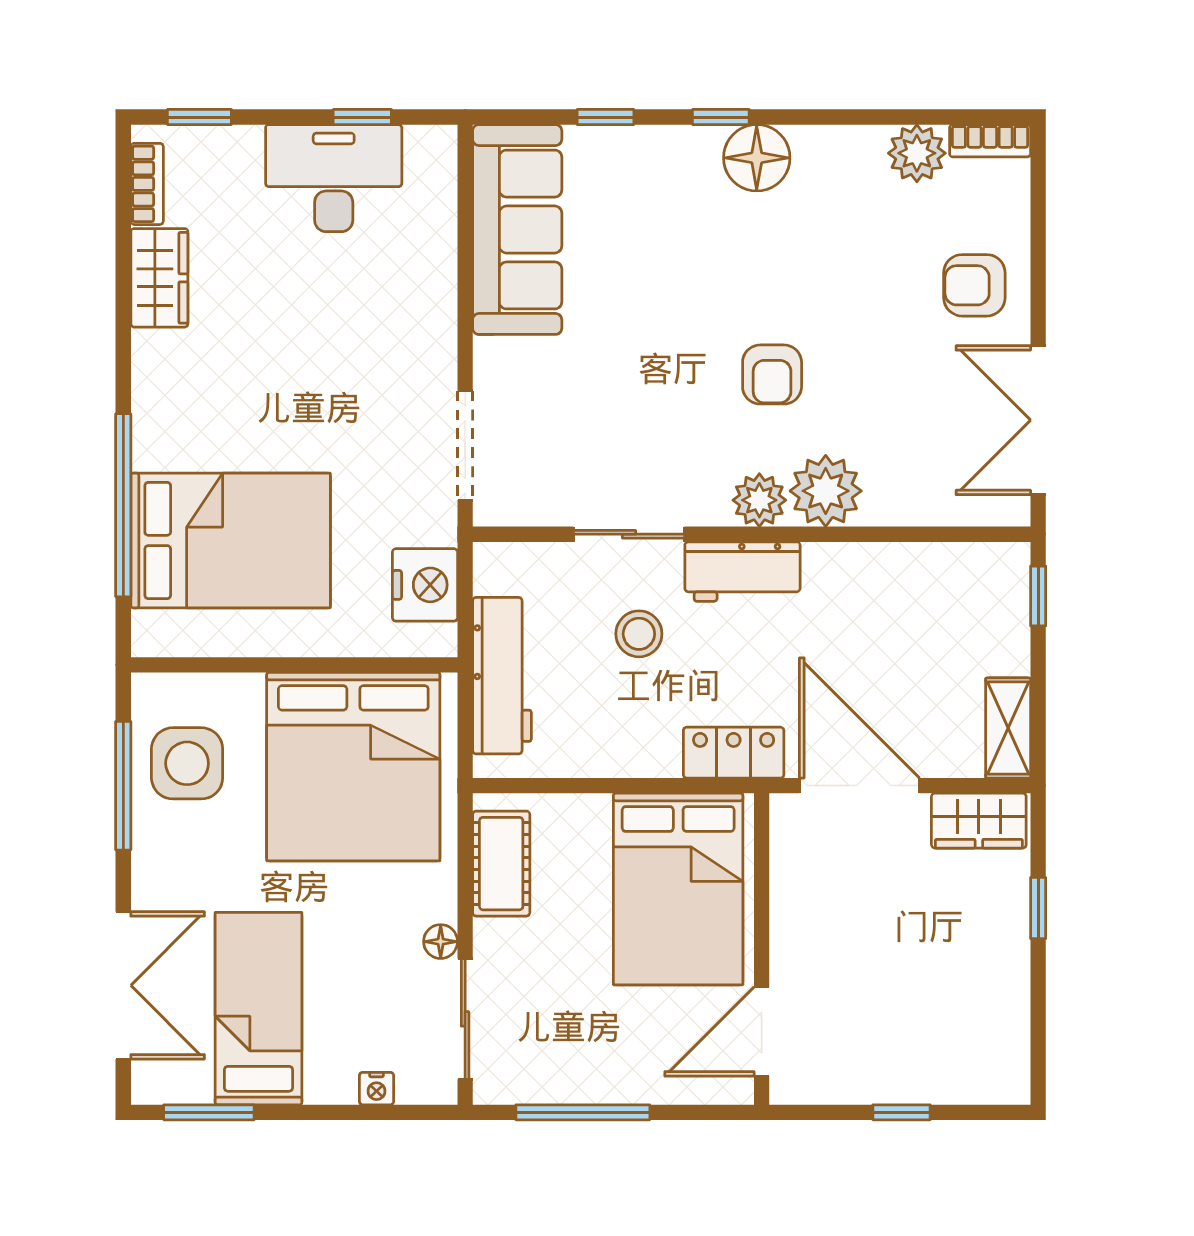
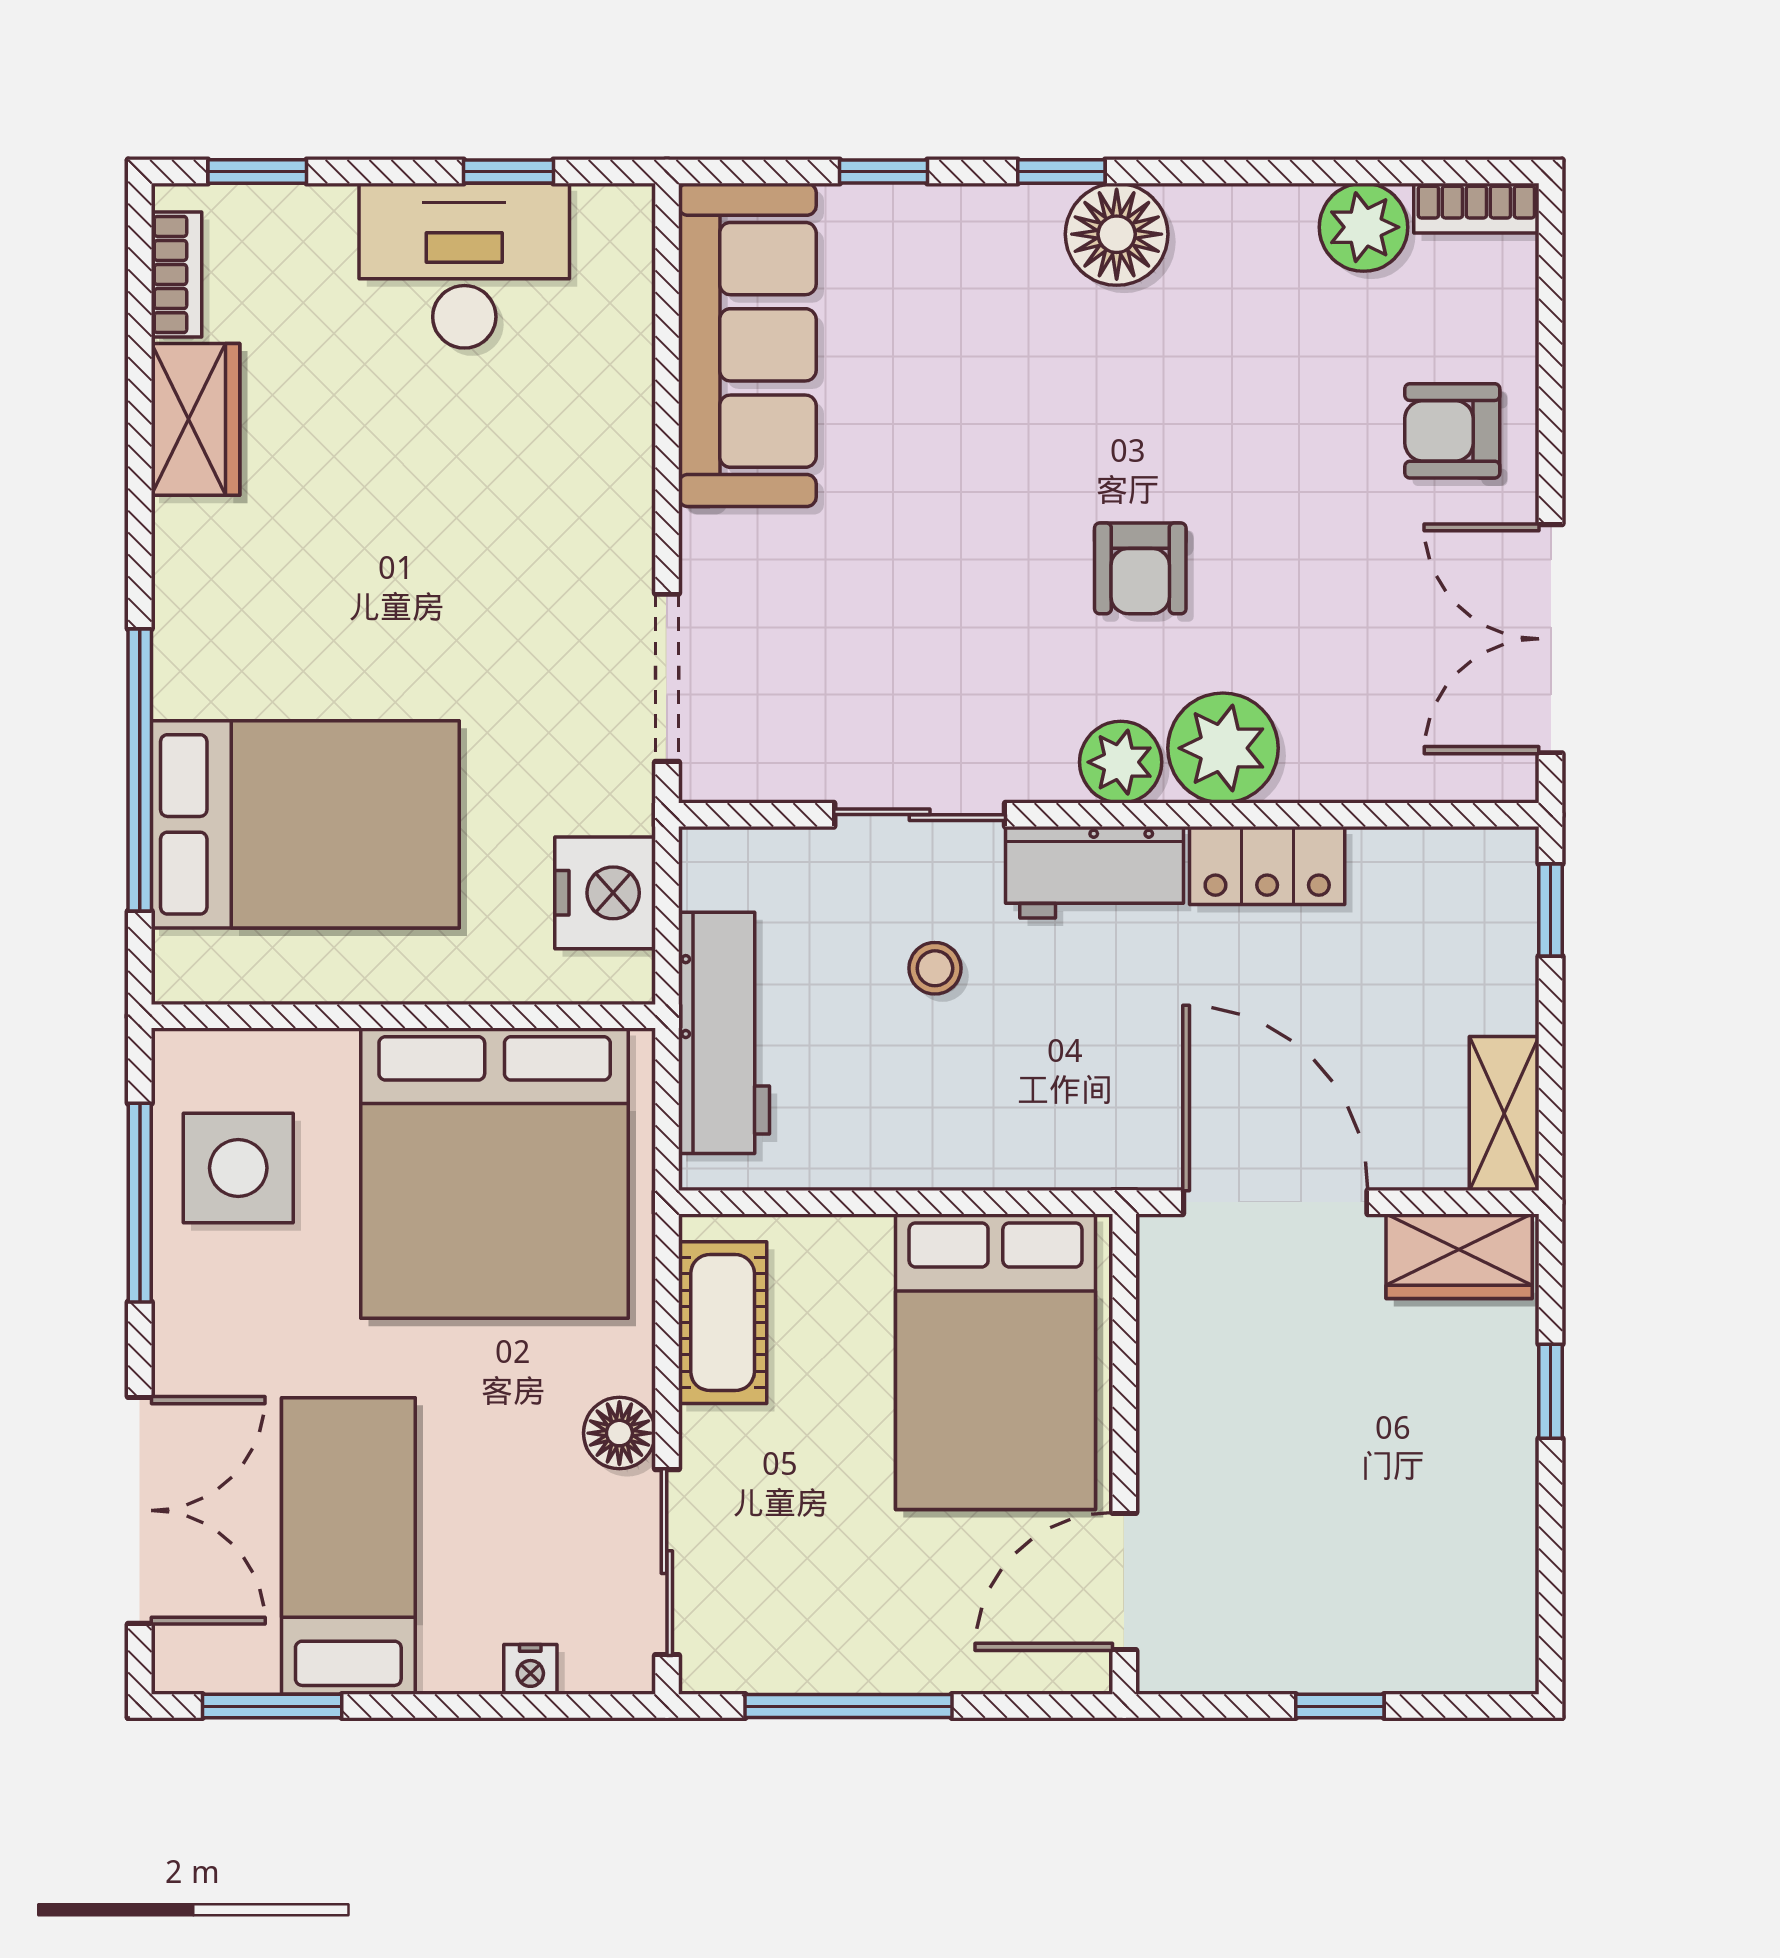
stool: (639, 634) -> (935, 968), width x0.73, depth x0.73
locker: (734, 753) -> (1267, 866), moved, turned 180
floor lamp: (441, 942) -> (619, 1433), width x1.37, depth x1.37

